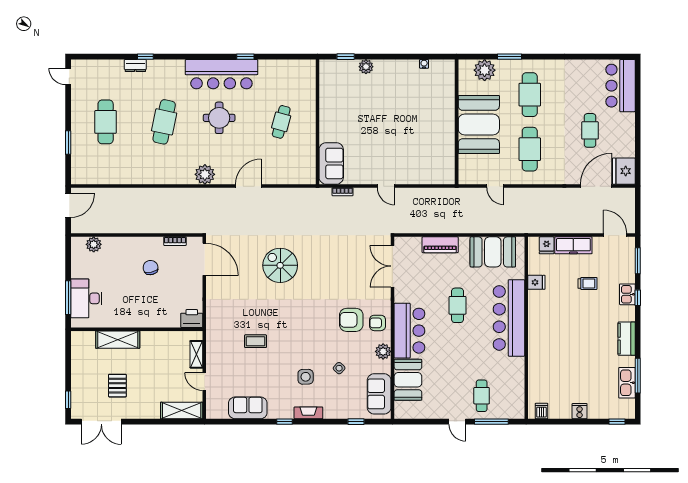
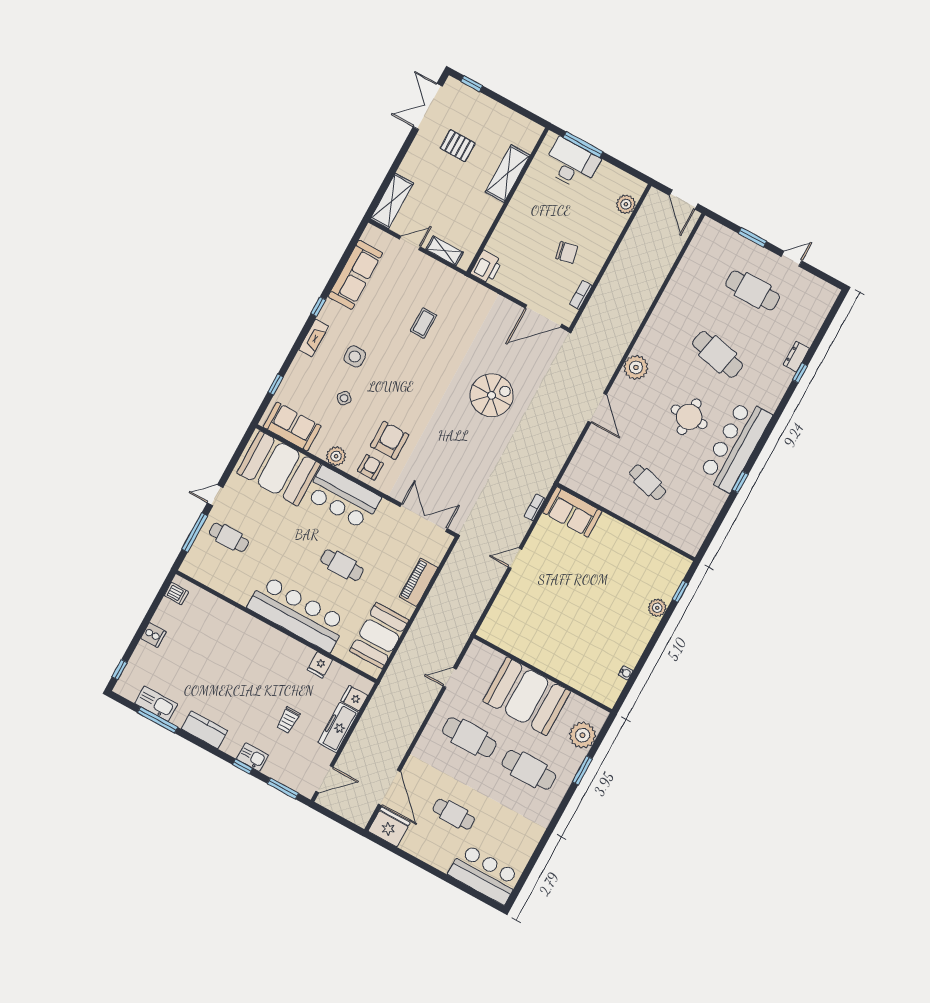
door: (68, 76) -> (791, 259), moved
booth: (408, 380) -> (279, 468), width x1.36, depth x1.42
sofa: (248, 408) -> (355, 275), width x1.36

